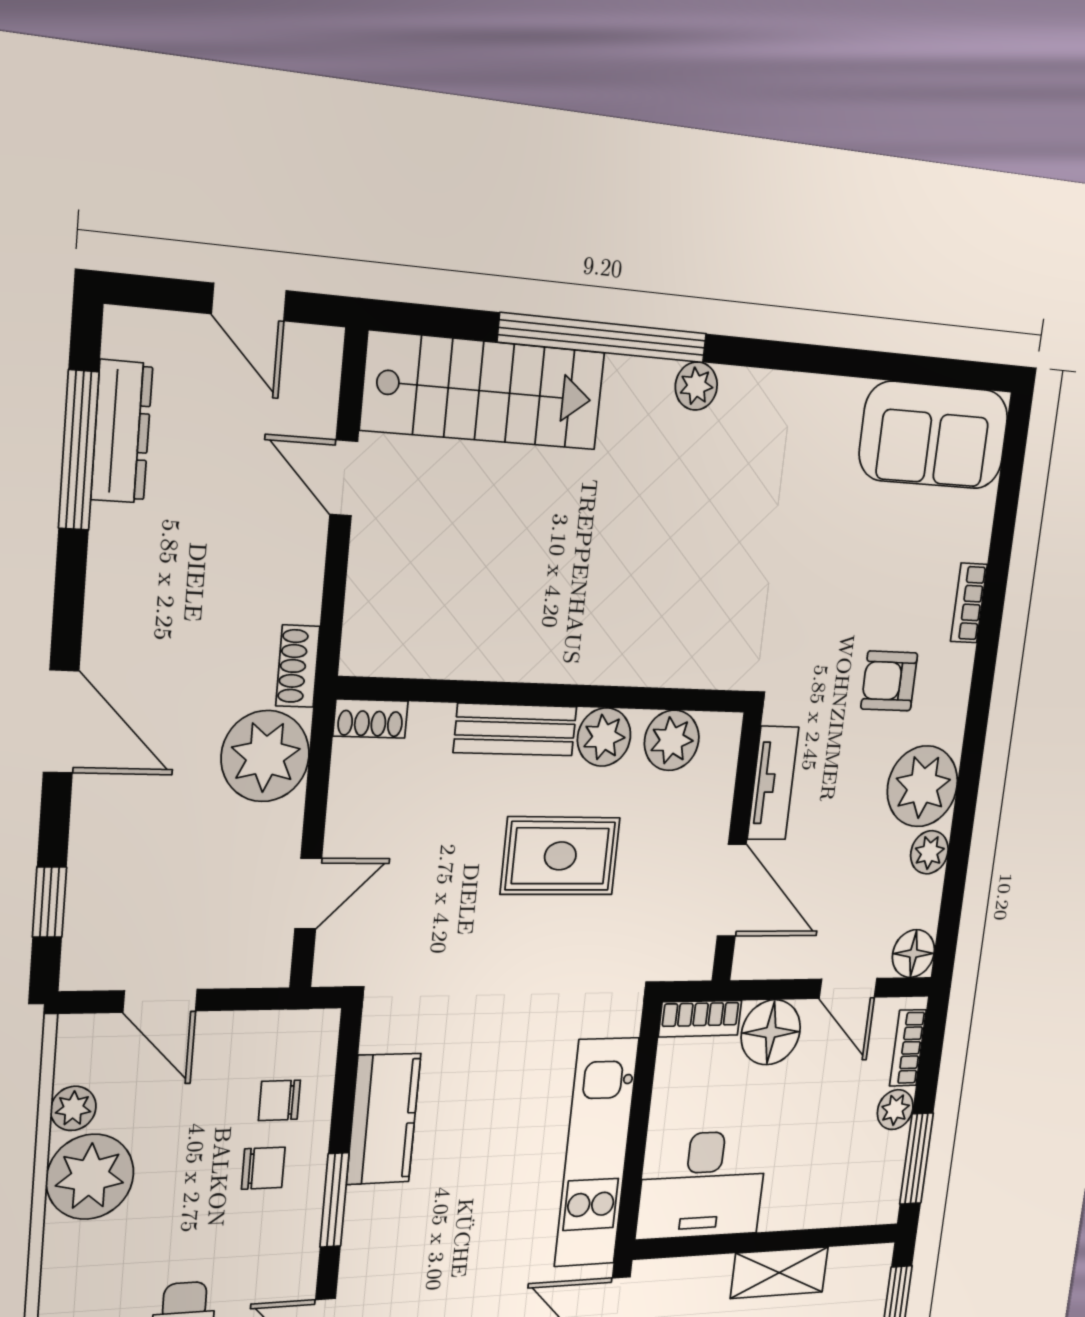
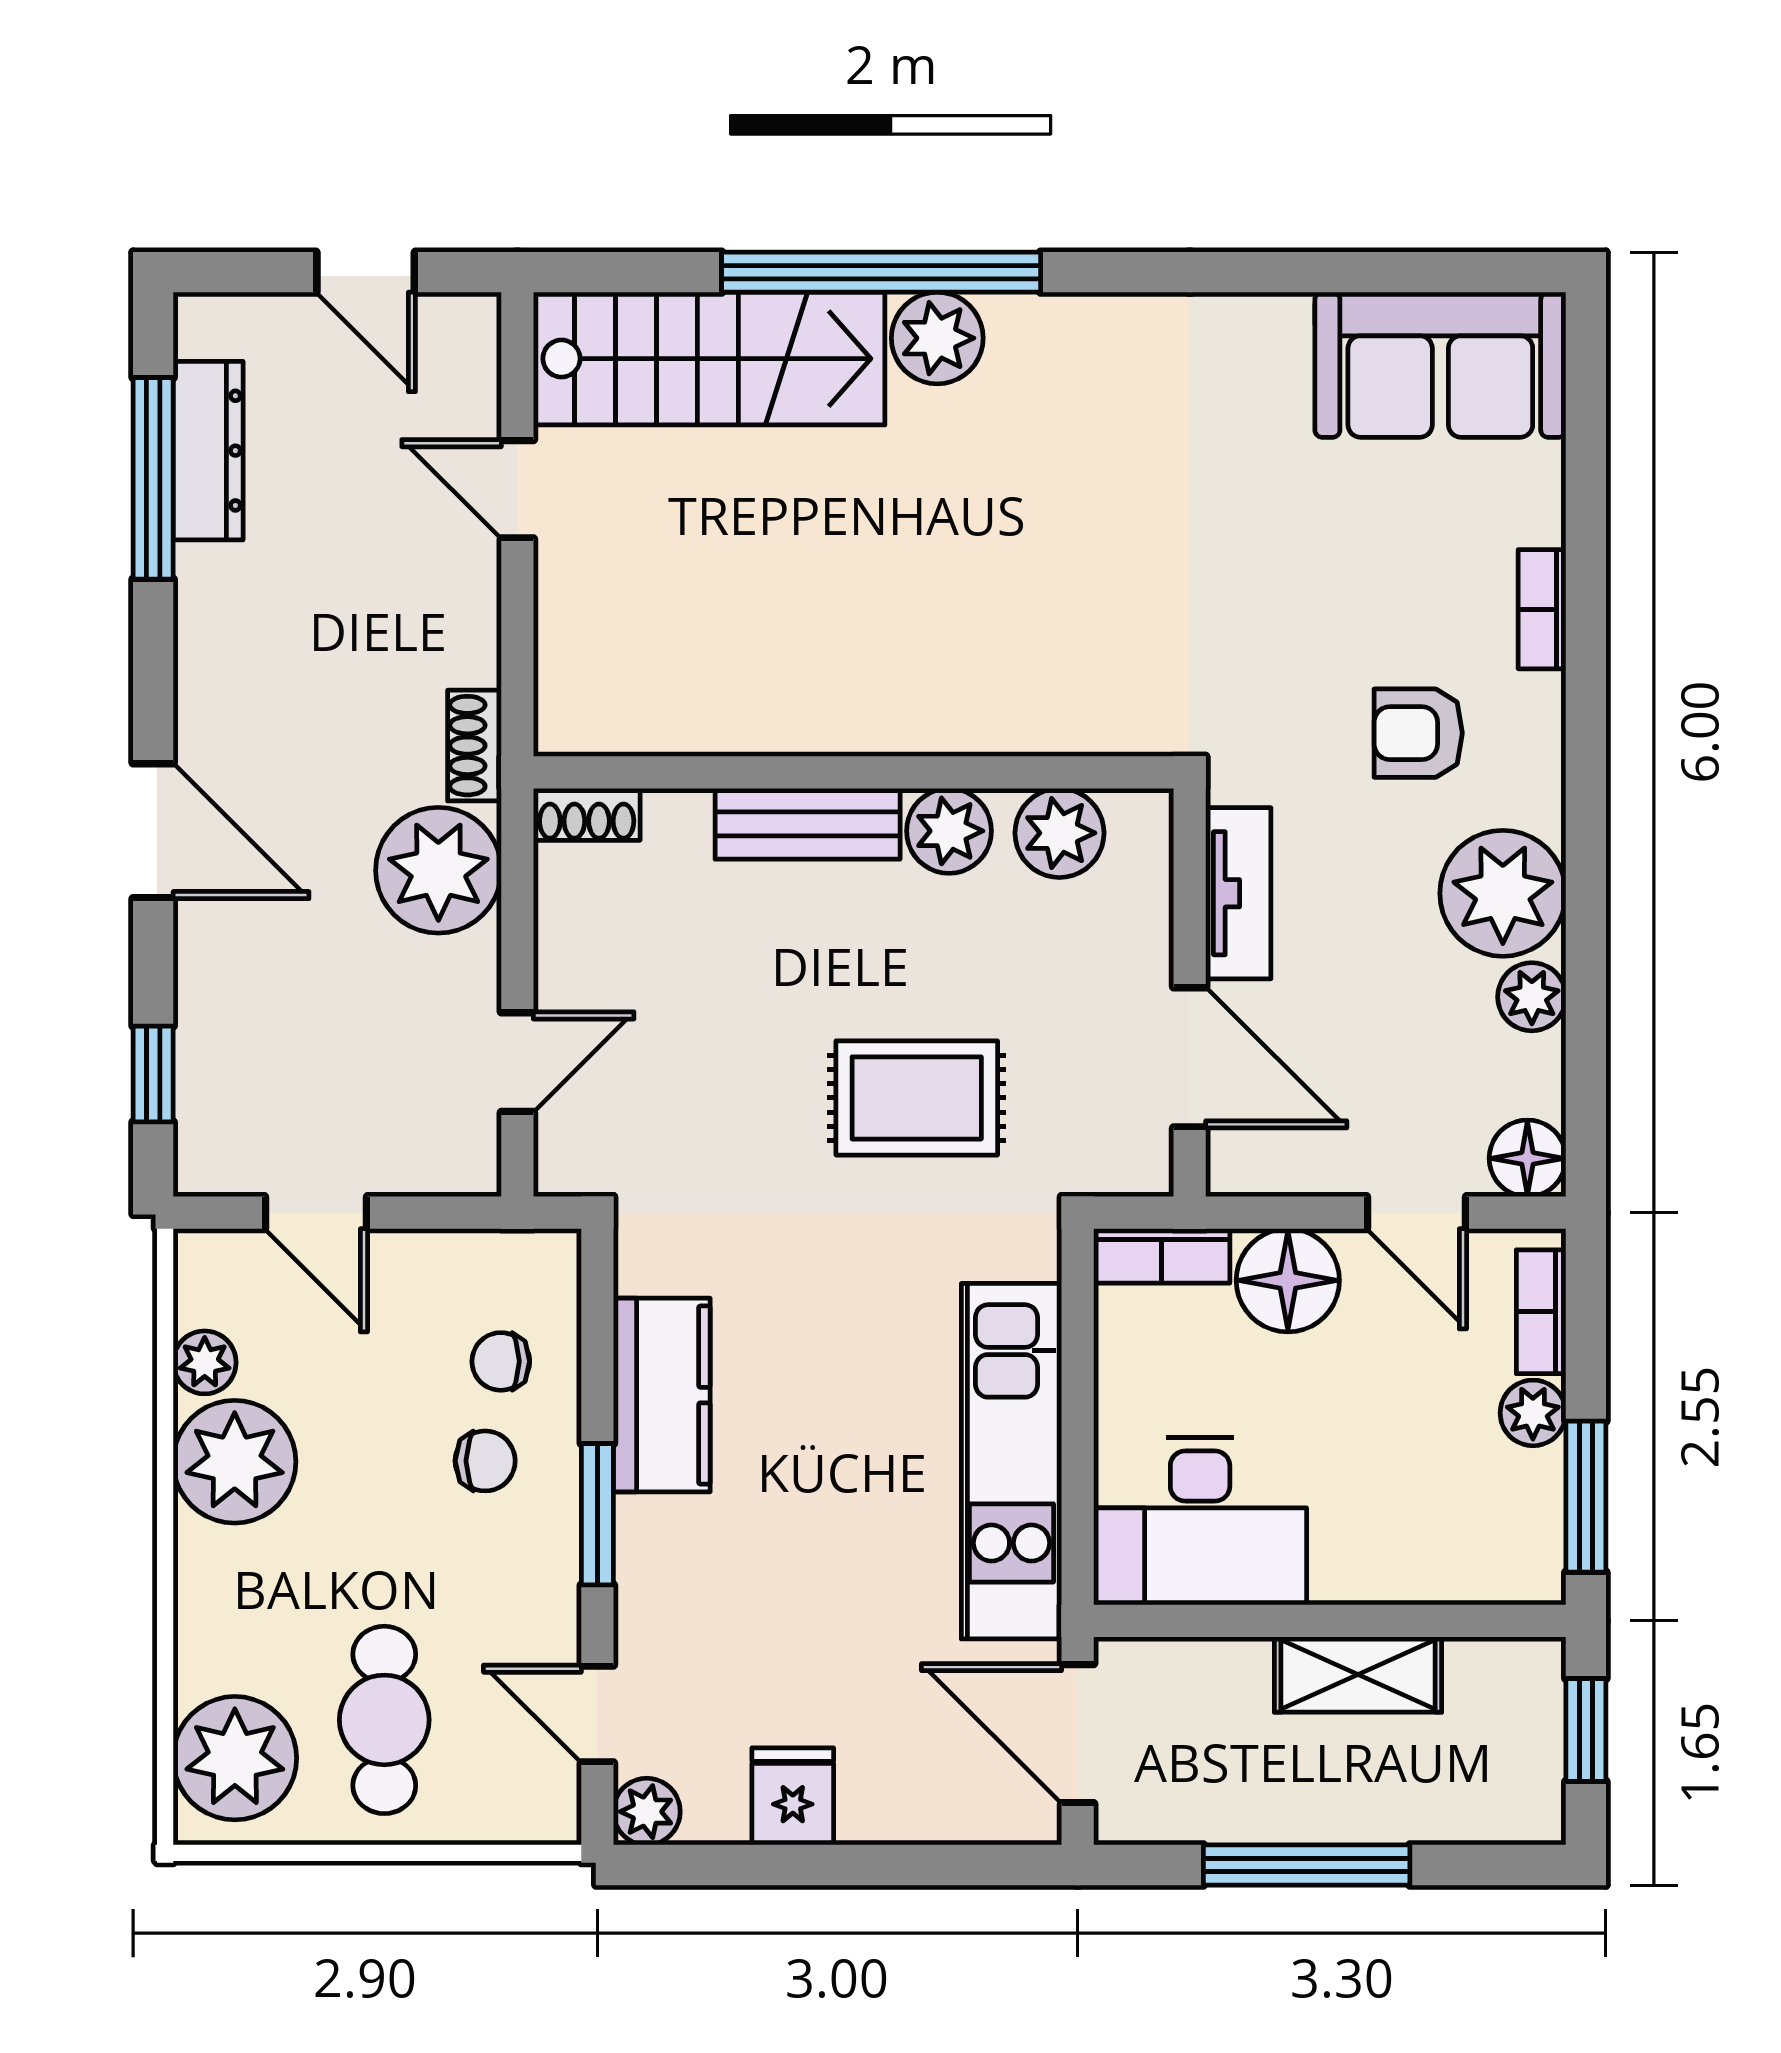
plant: (696, 386) -> (937, 338), moved, width x1.38, depth x1.38
rug: (560, 856) -> (917, 1098), moved

